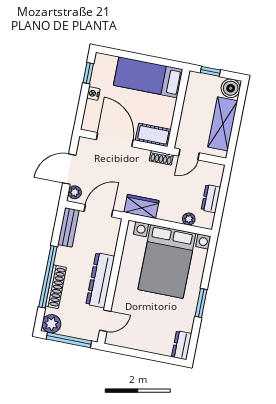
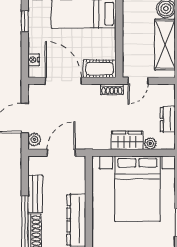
nightstand: (93, 93) -> (34, 60), moved
wardrobe: (142, 206) -> (127, 140), moved
bench: (68, 227) -> (35, 194), moved

